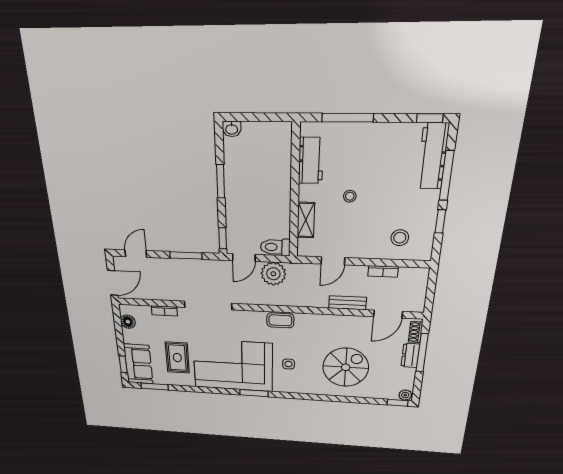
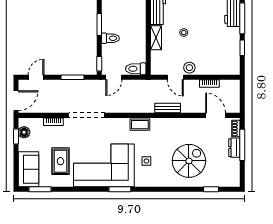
toilet: (238, 202) -> (110, 38), added
shelving: (306, 220) -> (156, 38), moved
stool: (400, 238) -> (189, 68), moved
door: (333, 261) -> (175, 77), hinge flipped
plant: (273, 274) -> (135, 88), removed
bench: (348, 303) -> (168, 108), moved
door: (388, 314) -> (216, 115), swing flipped
window: (123, 364) -> (16, 137), moved
plant: (405, 395) -> (234, 182), removed
window: (397, 403) -> (211, 189), moved

